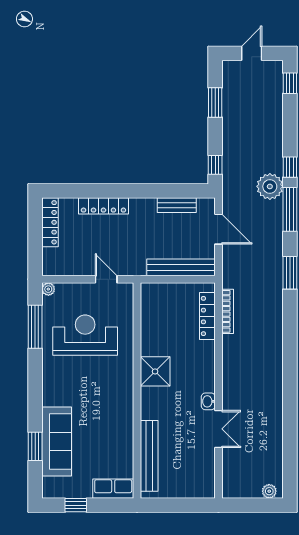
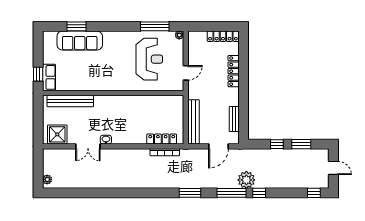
window: (215, 165) -> (277, 144), moved
shower: (155, 371) -> (57, 134), moved
window: (76, 505) -> (38, 74), moved

